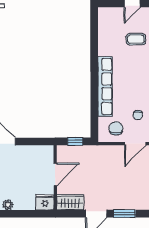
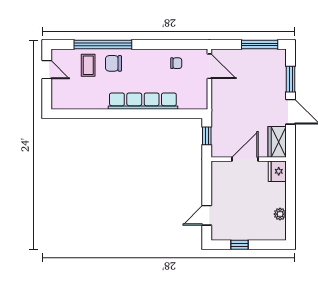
chair: (116, 128) -> (113, 63), moved
door: (55, 174) -> (245, 159), hinge flipped

